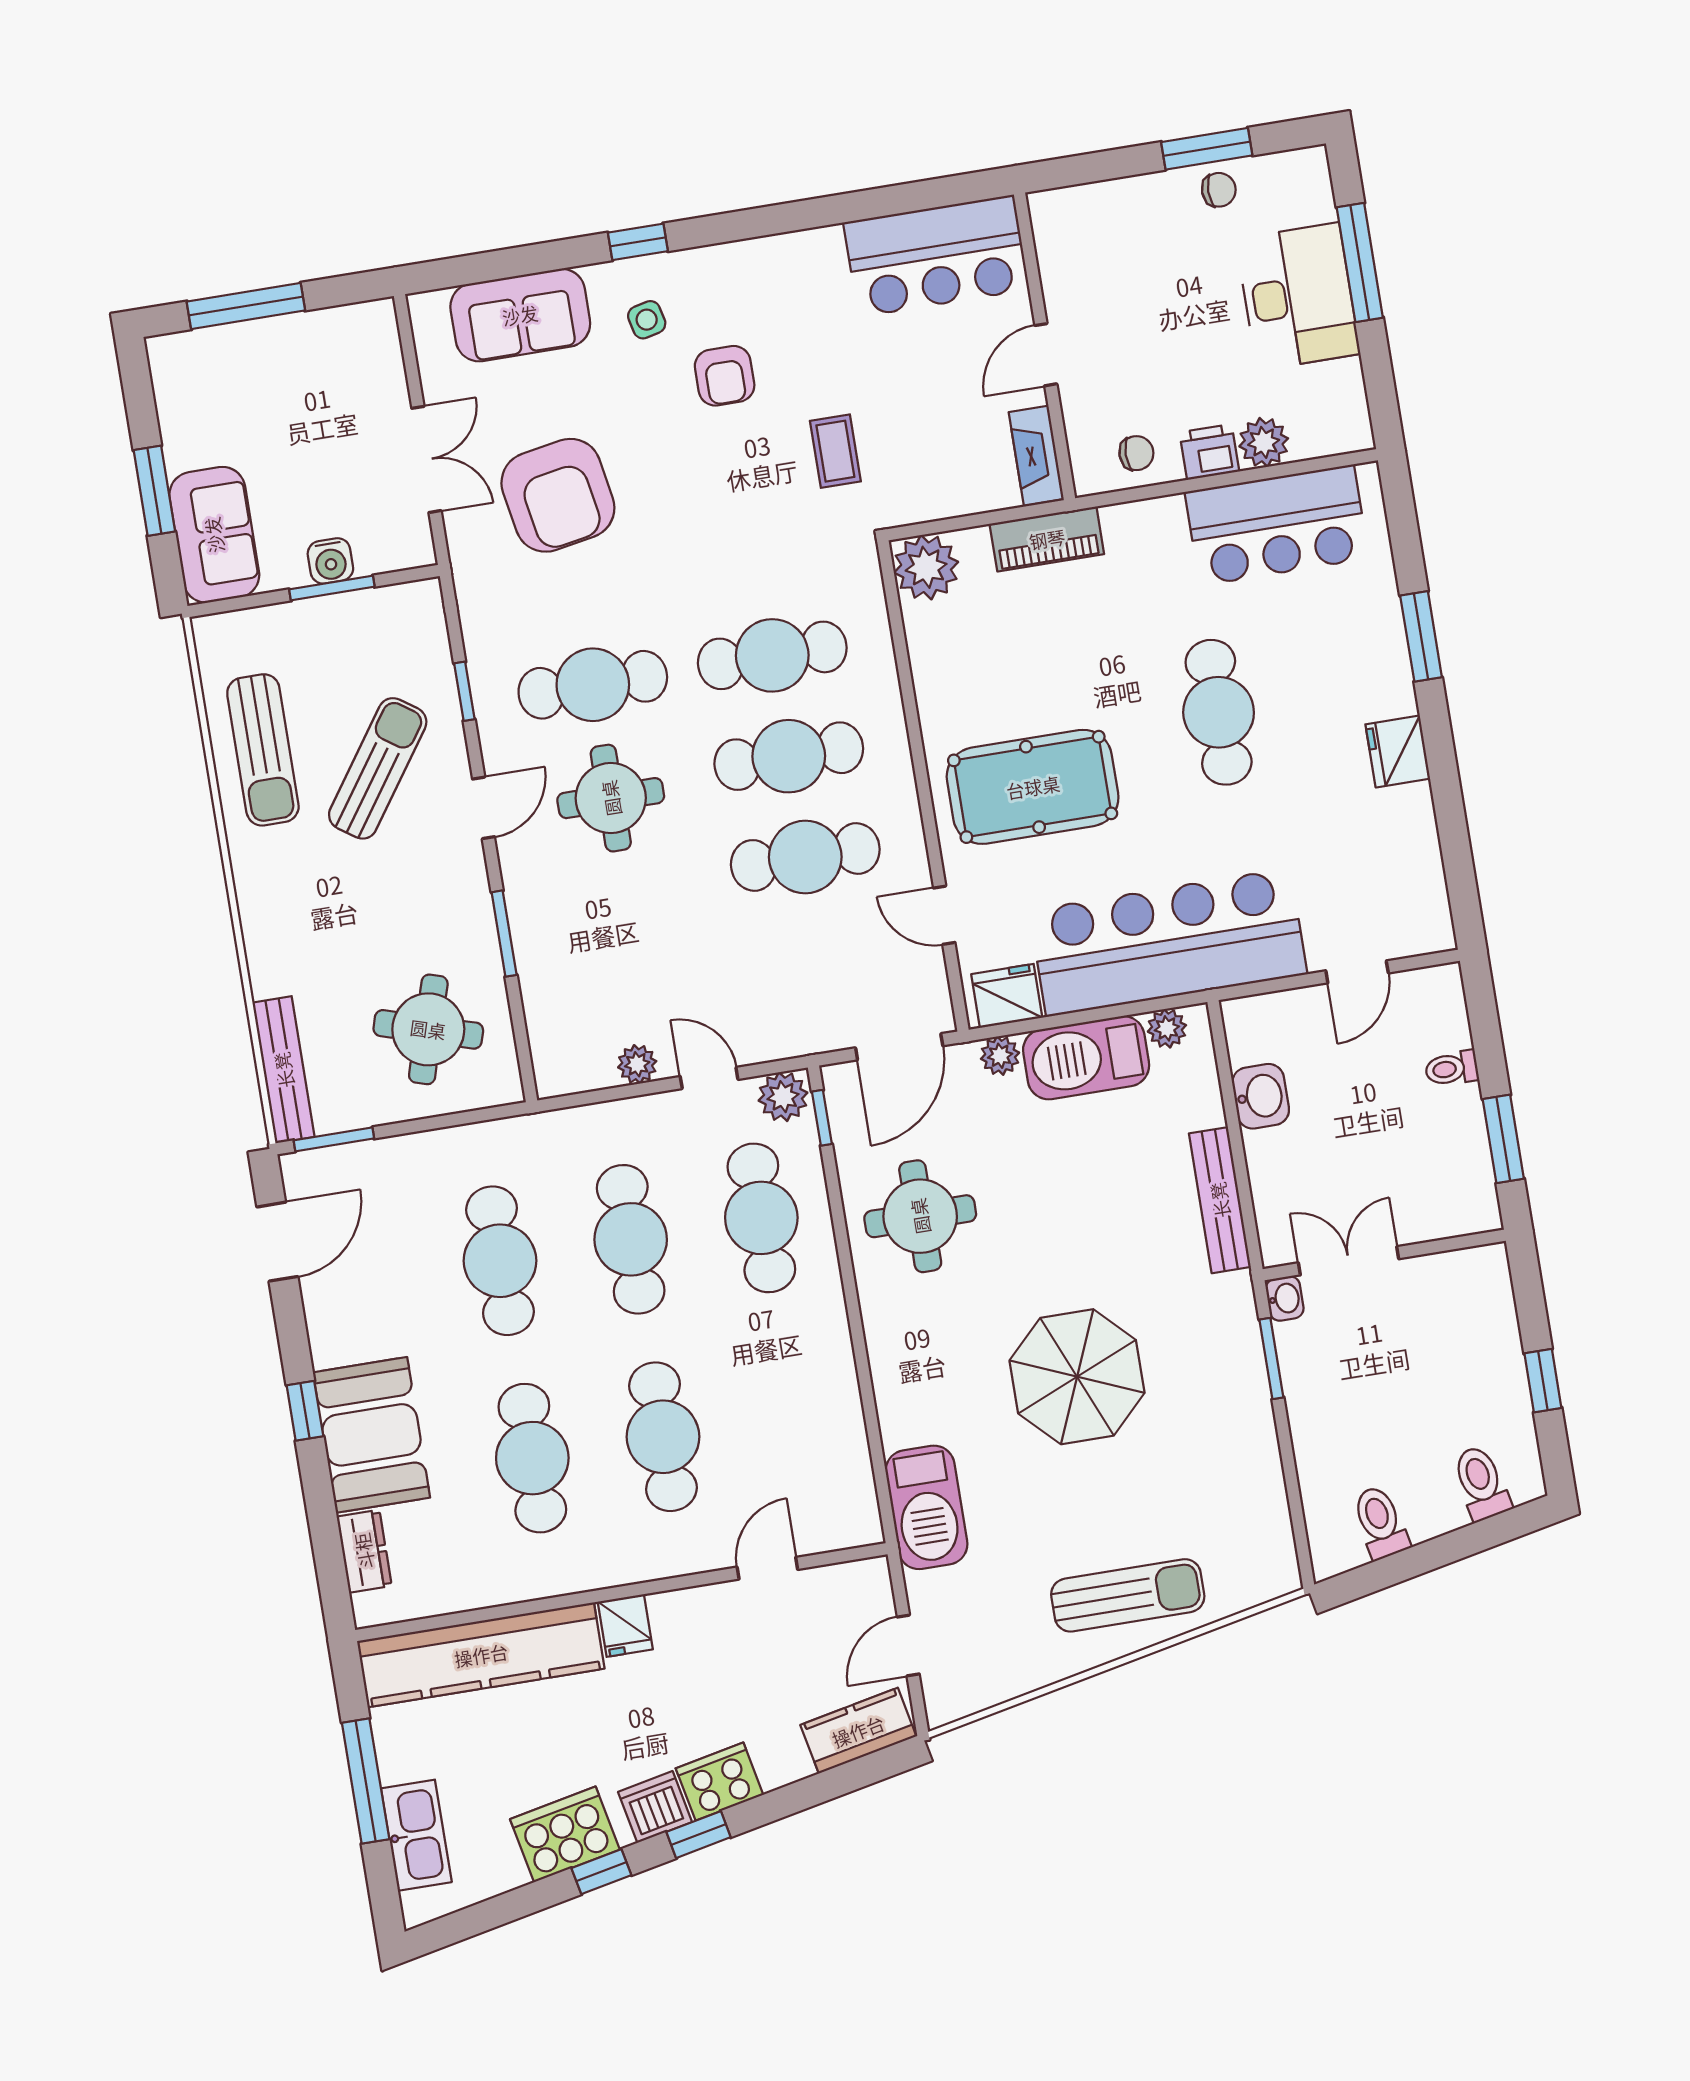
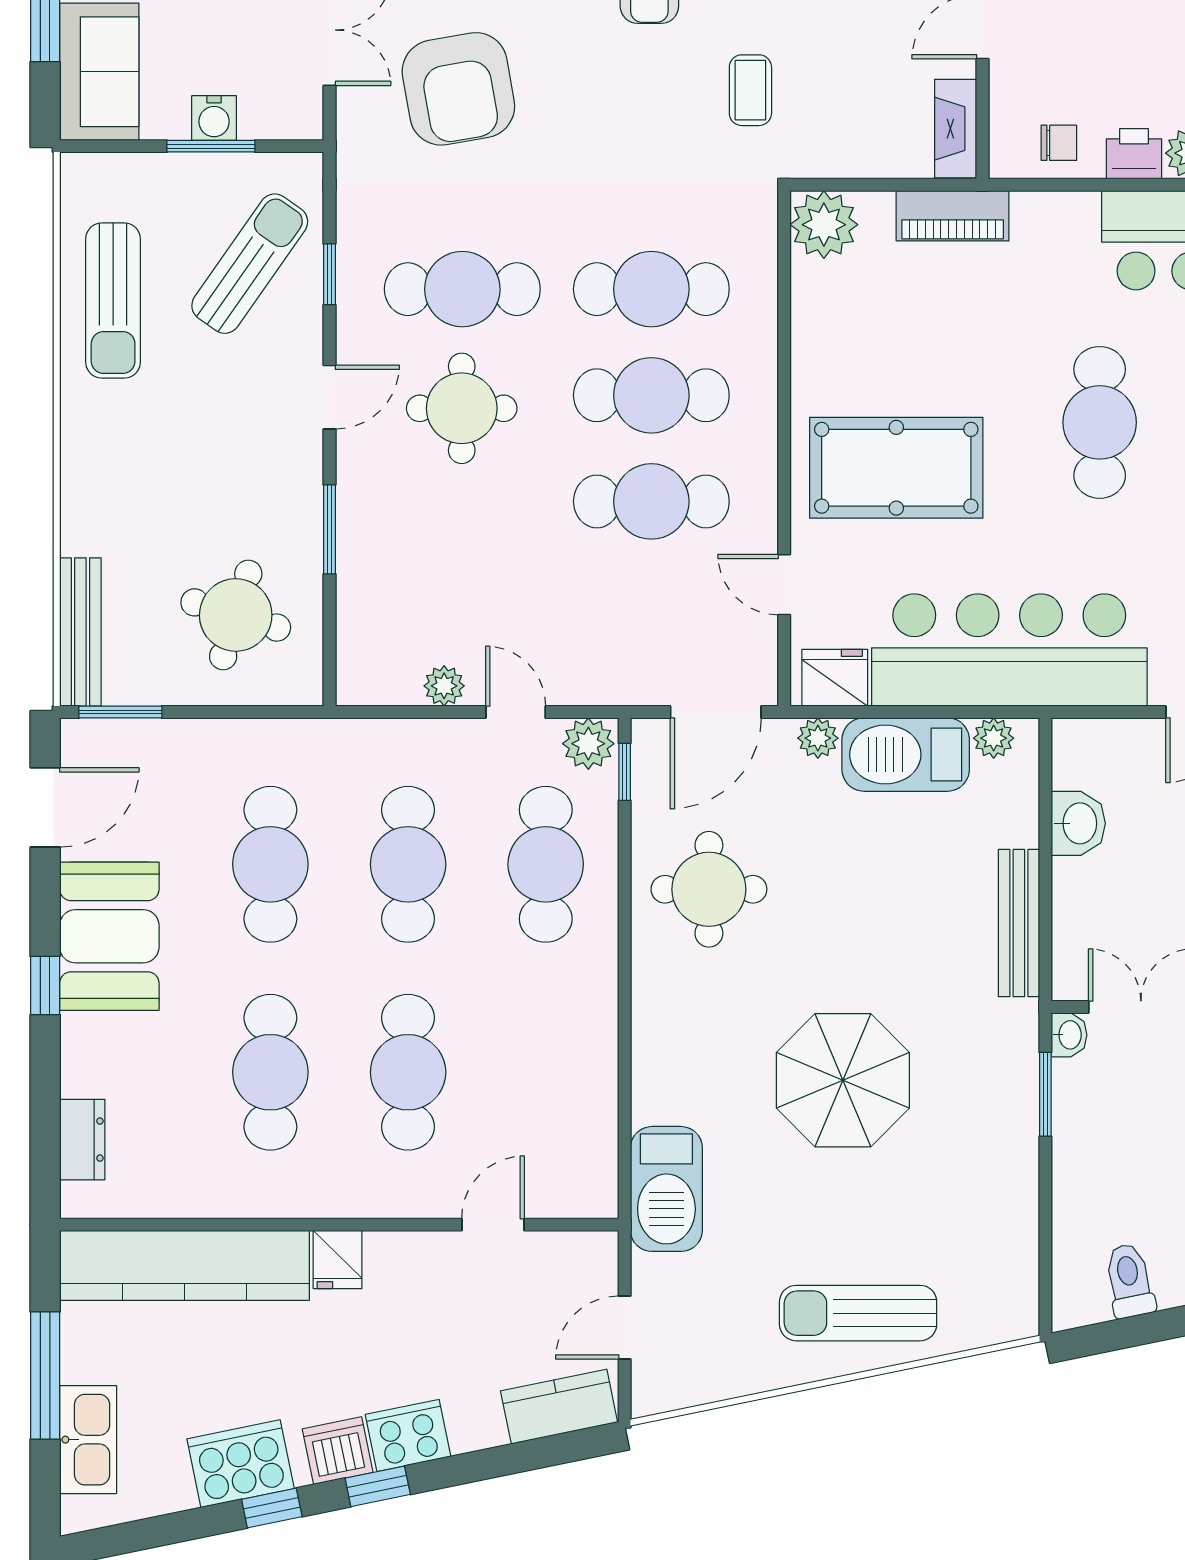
sun lounger: (378, 768) -> (250, 264), moved
booth: (372, 1435) -> (109, 936), moved
sun lounger: (1128, 1595) -> (858, 1313), turned 180

